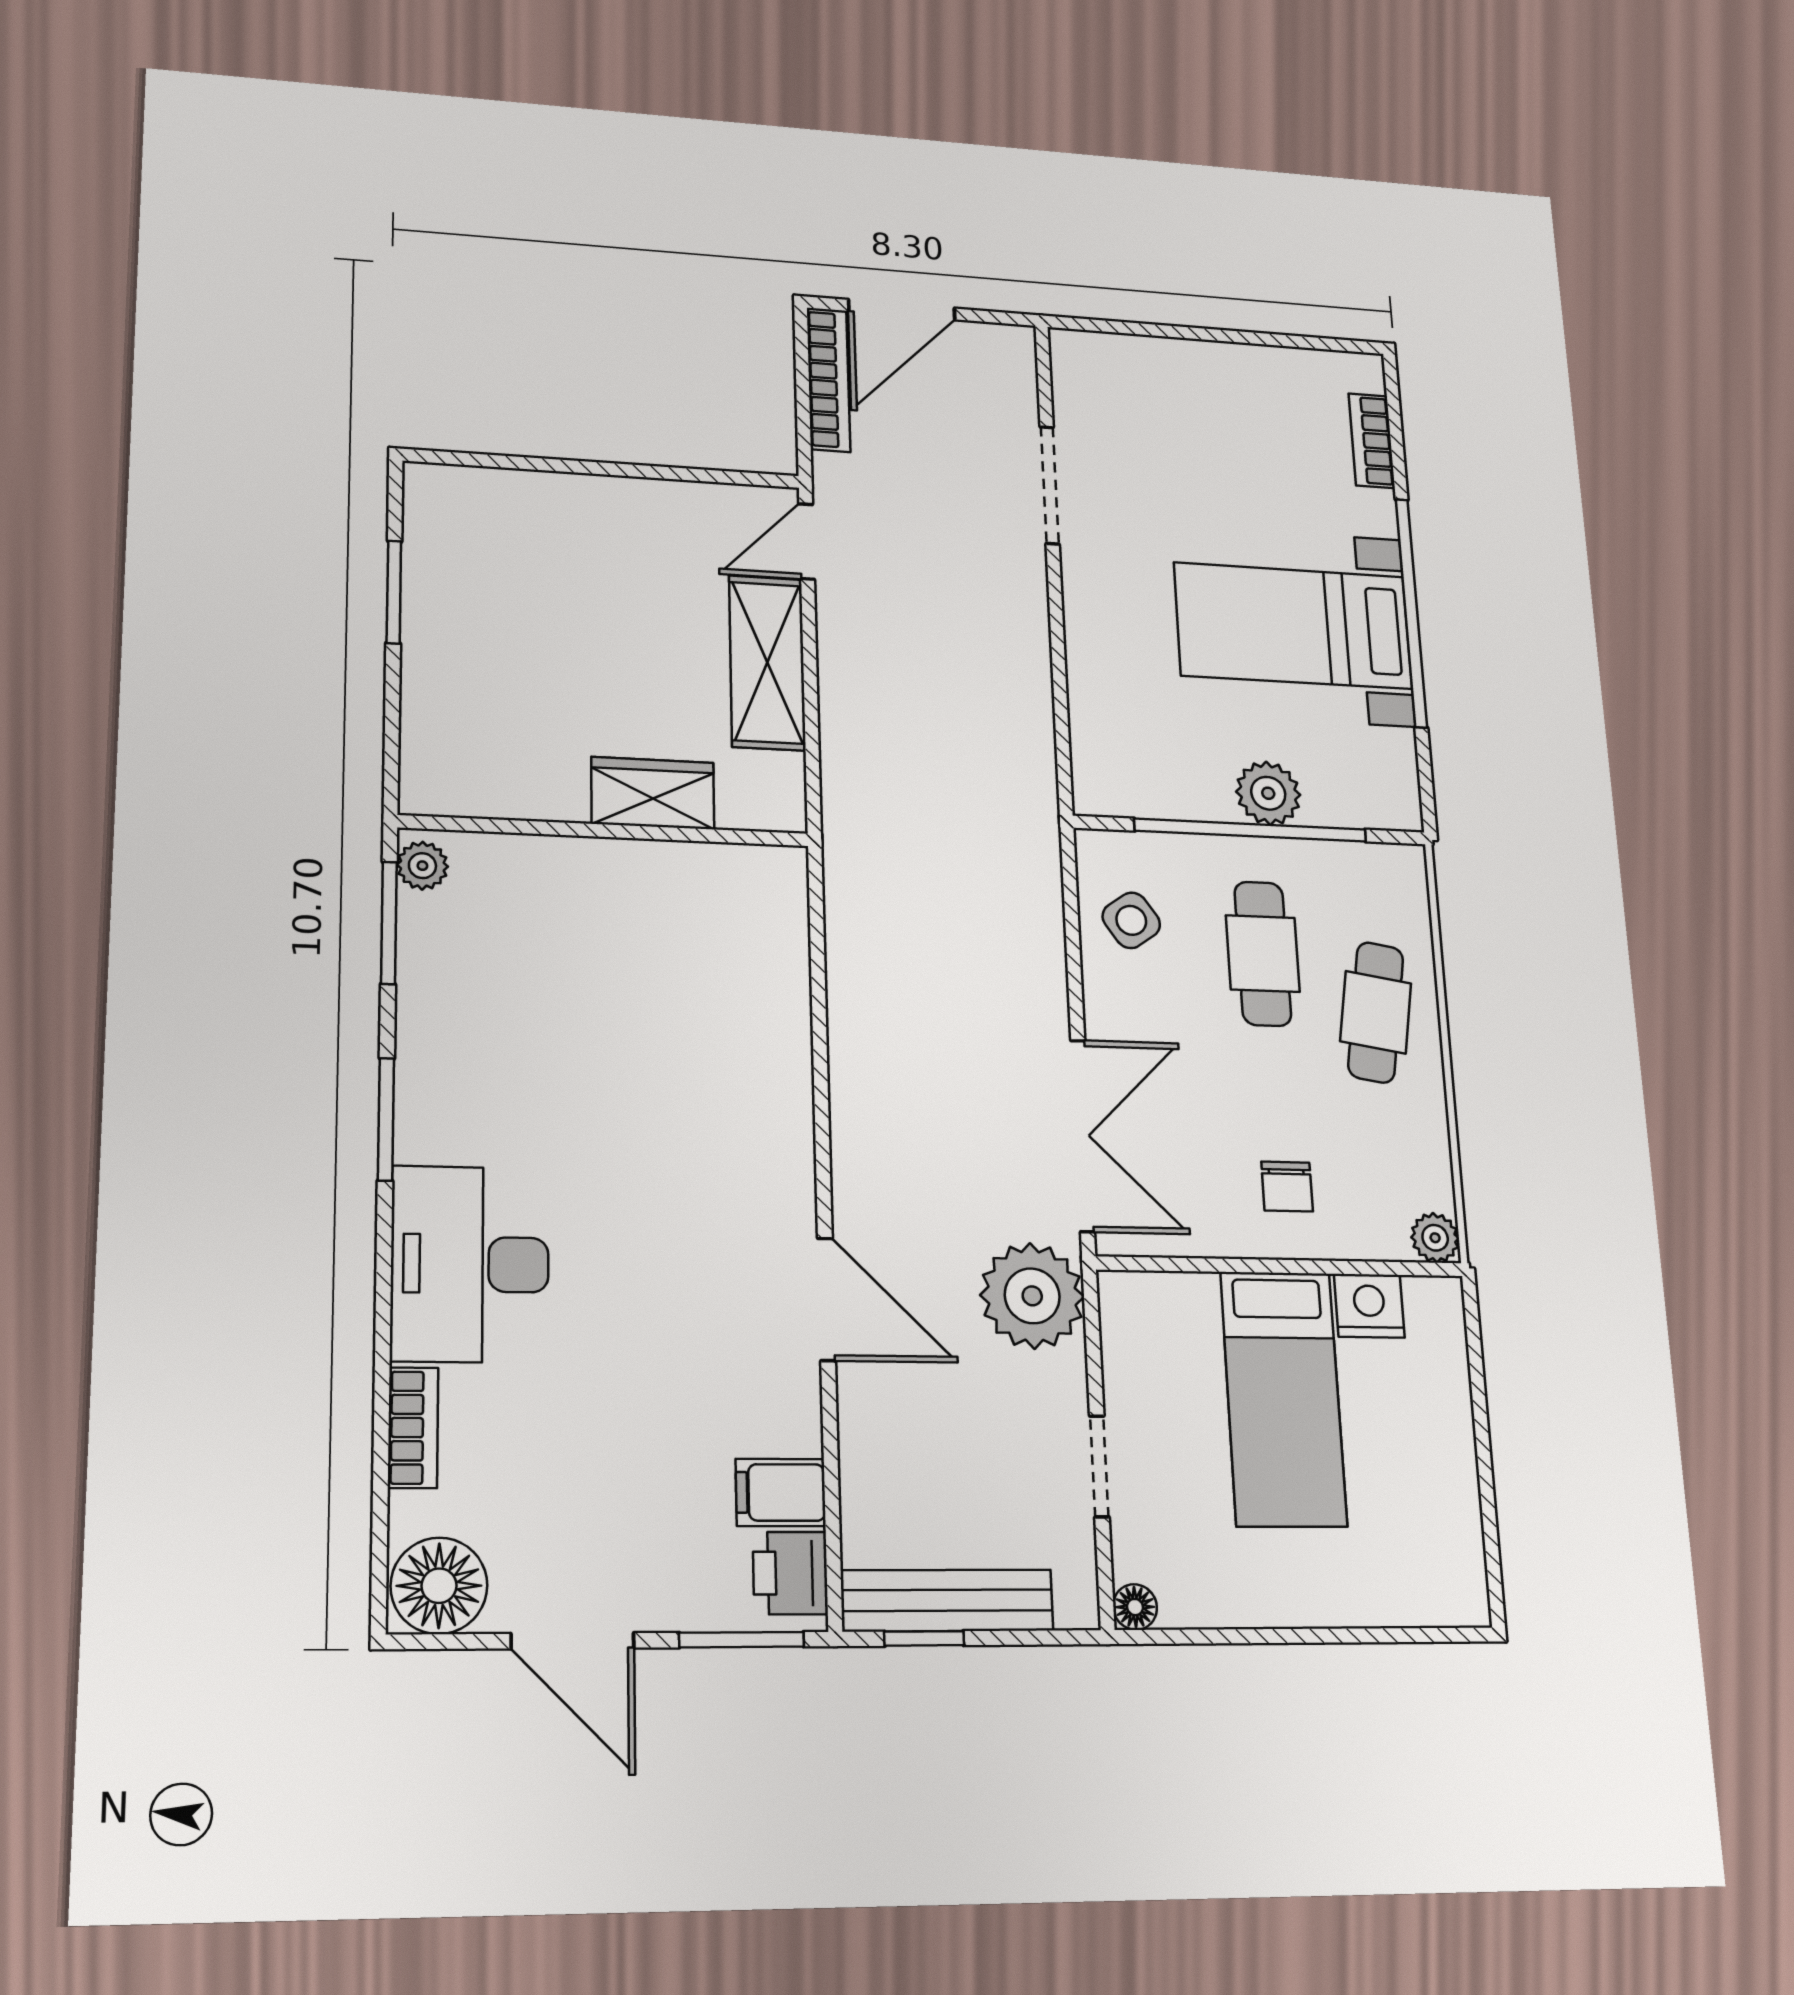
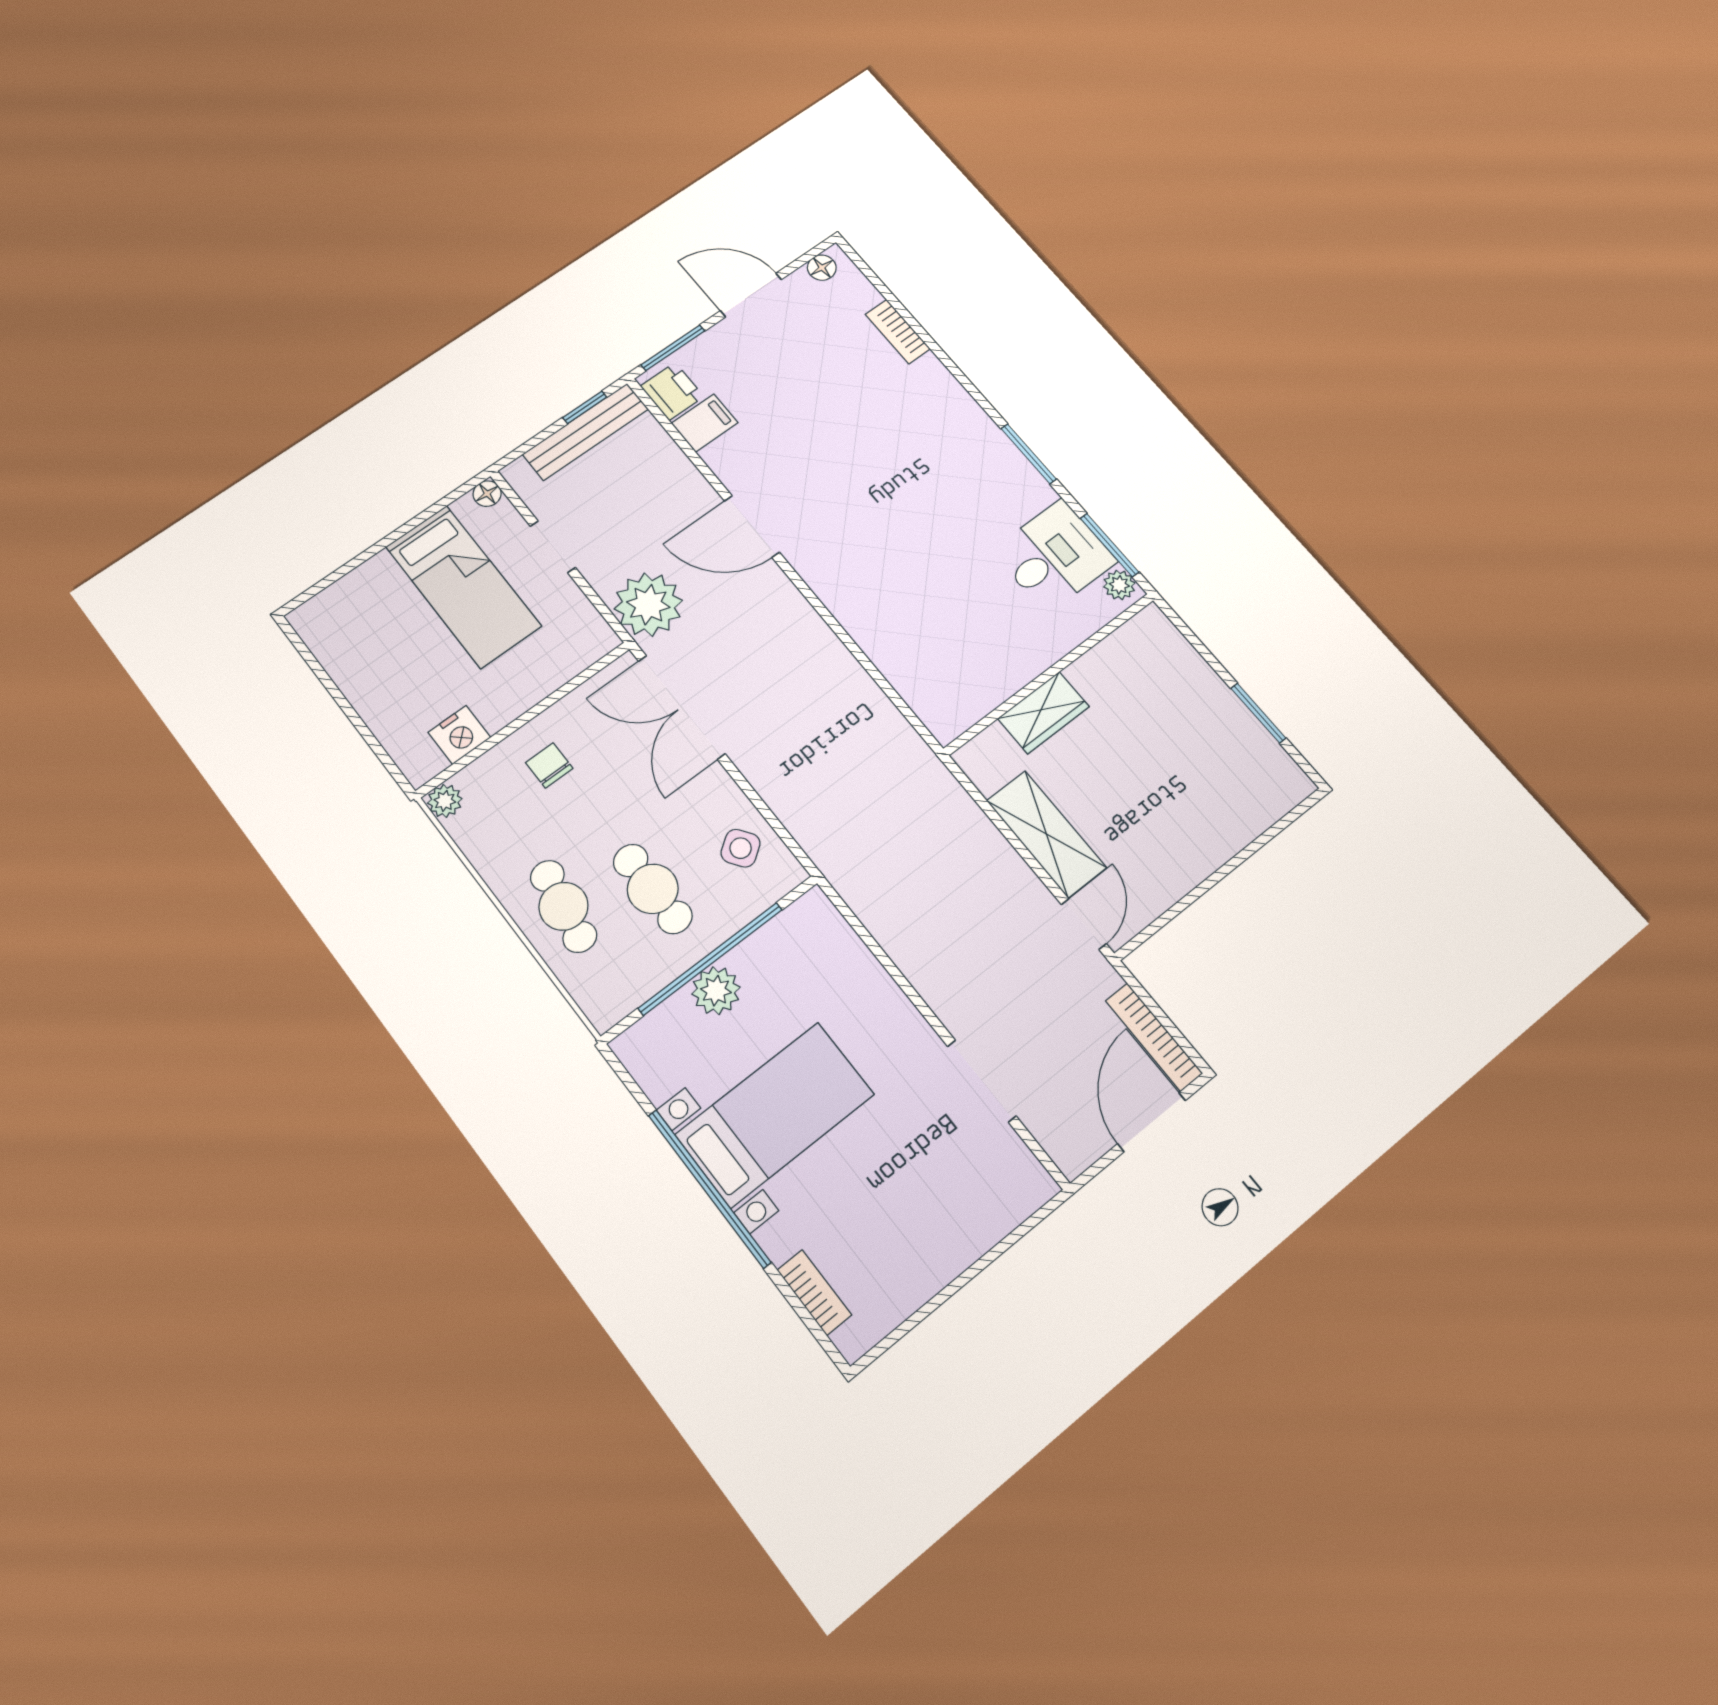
desk: (470, 1264) -> (1054, 556), moved, width x0.73
bed: (1283, 1398) -> (463, 586), moved, turned 180
floor lamp: (439, 1586) -> (822, 268), width x0.53, depth x0.53

